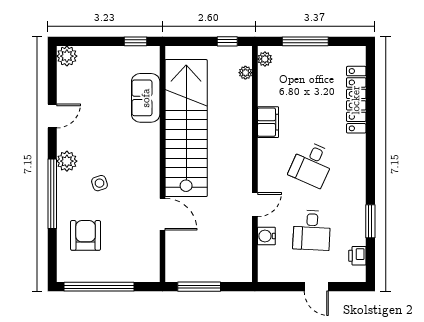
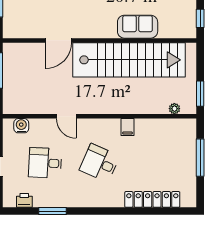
window: (227, 41) -> (200, 94), width x1.50
plant: (265, 59) -> (186, 124), removed
sofa: (146, 98) -> (138, 27), moved
filing cabinet: (268, 122) -> (127, 127), width x0.50
water cooler: (266, 236) -> (21, 126), moved

